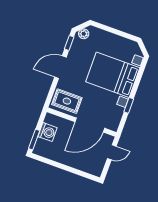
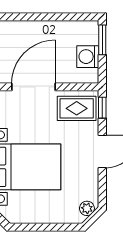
window: (69, 43) -> (102, 108), moved

